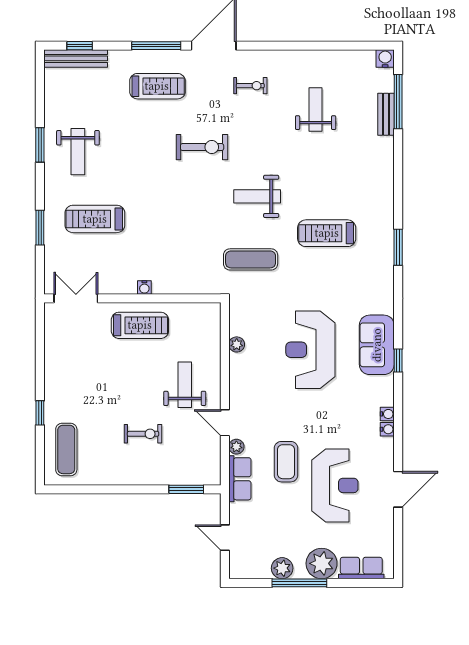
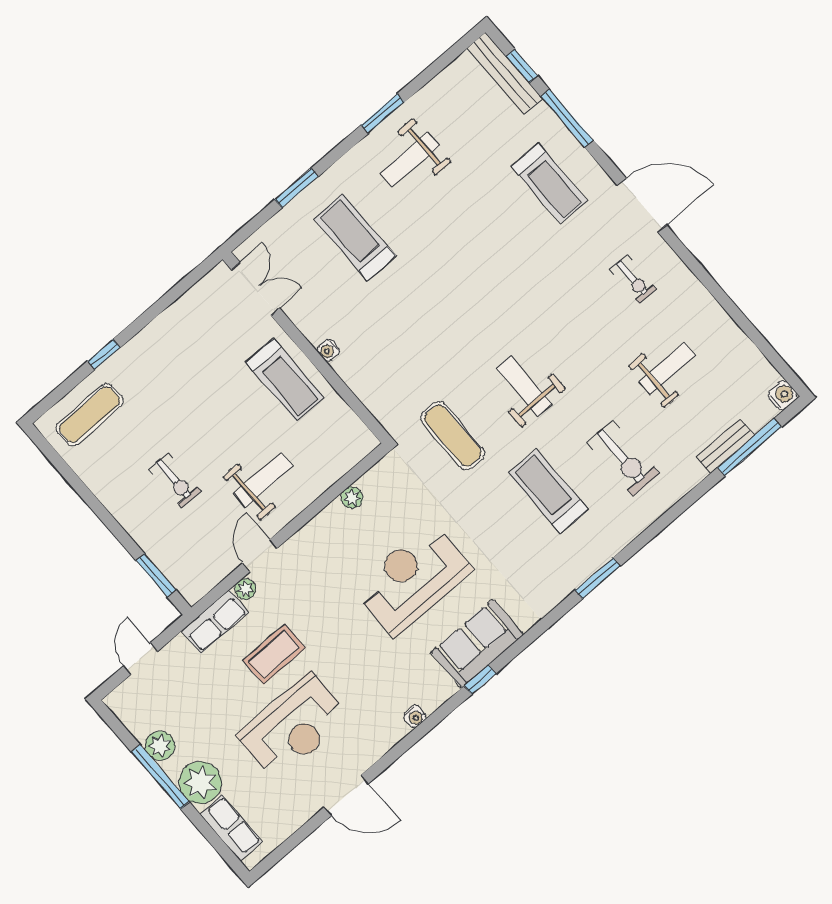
window: (156, 46) -> (567, 118), moved
exercise bike: (202, 147) -> (623, 458), moved
water cooler: (387, 429) -> (399, 730), removed

